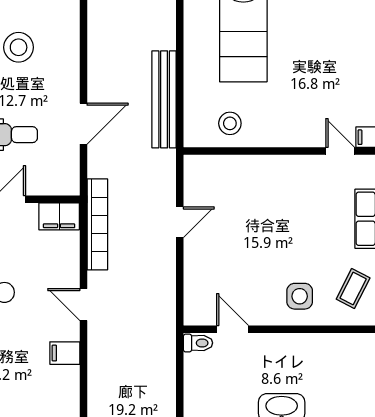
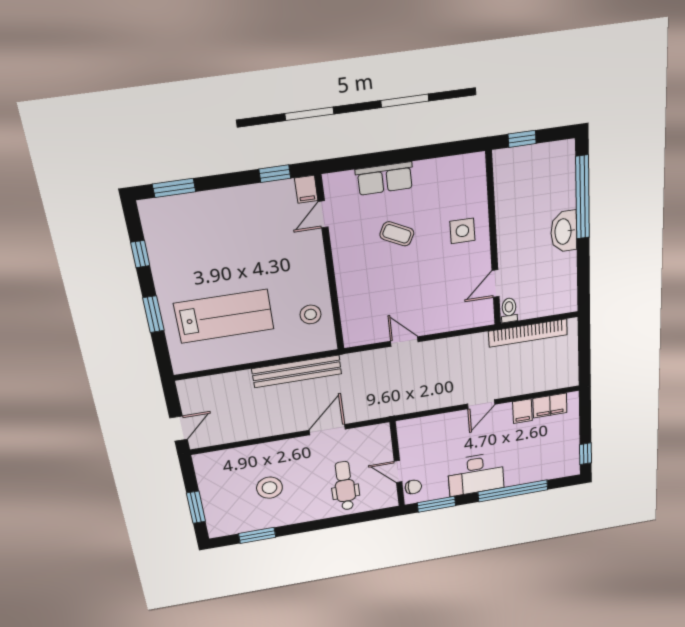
door: (83, 124) -> (327, 430), hinge flipped
filing cabinet: (59, 216) -> (550, 406), moved, turned 90
bookcase: (97, 224) -> (528, 333), moved, turned 180
coffee table: (353, 289) -> (397, 234), moved

